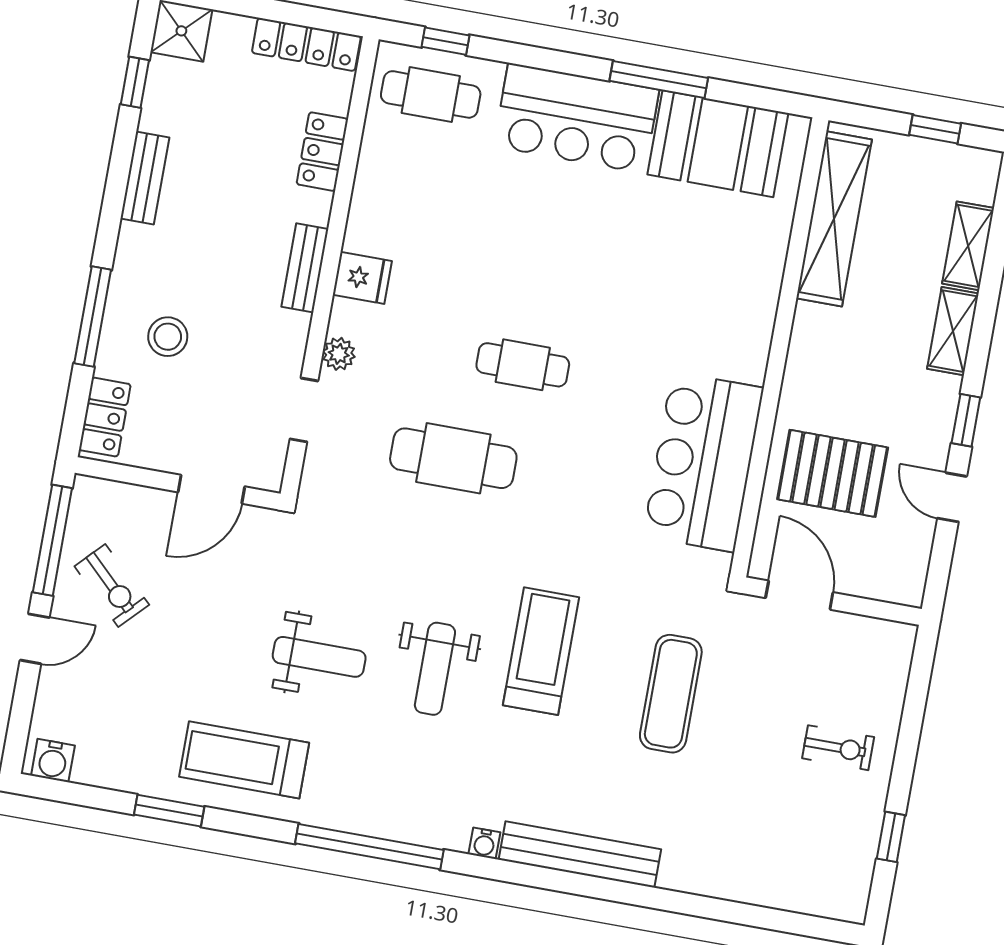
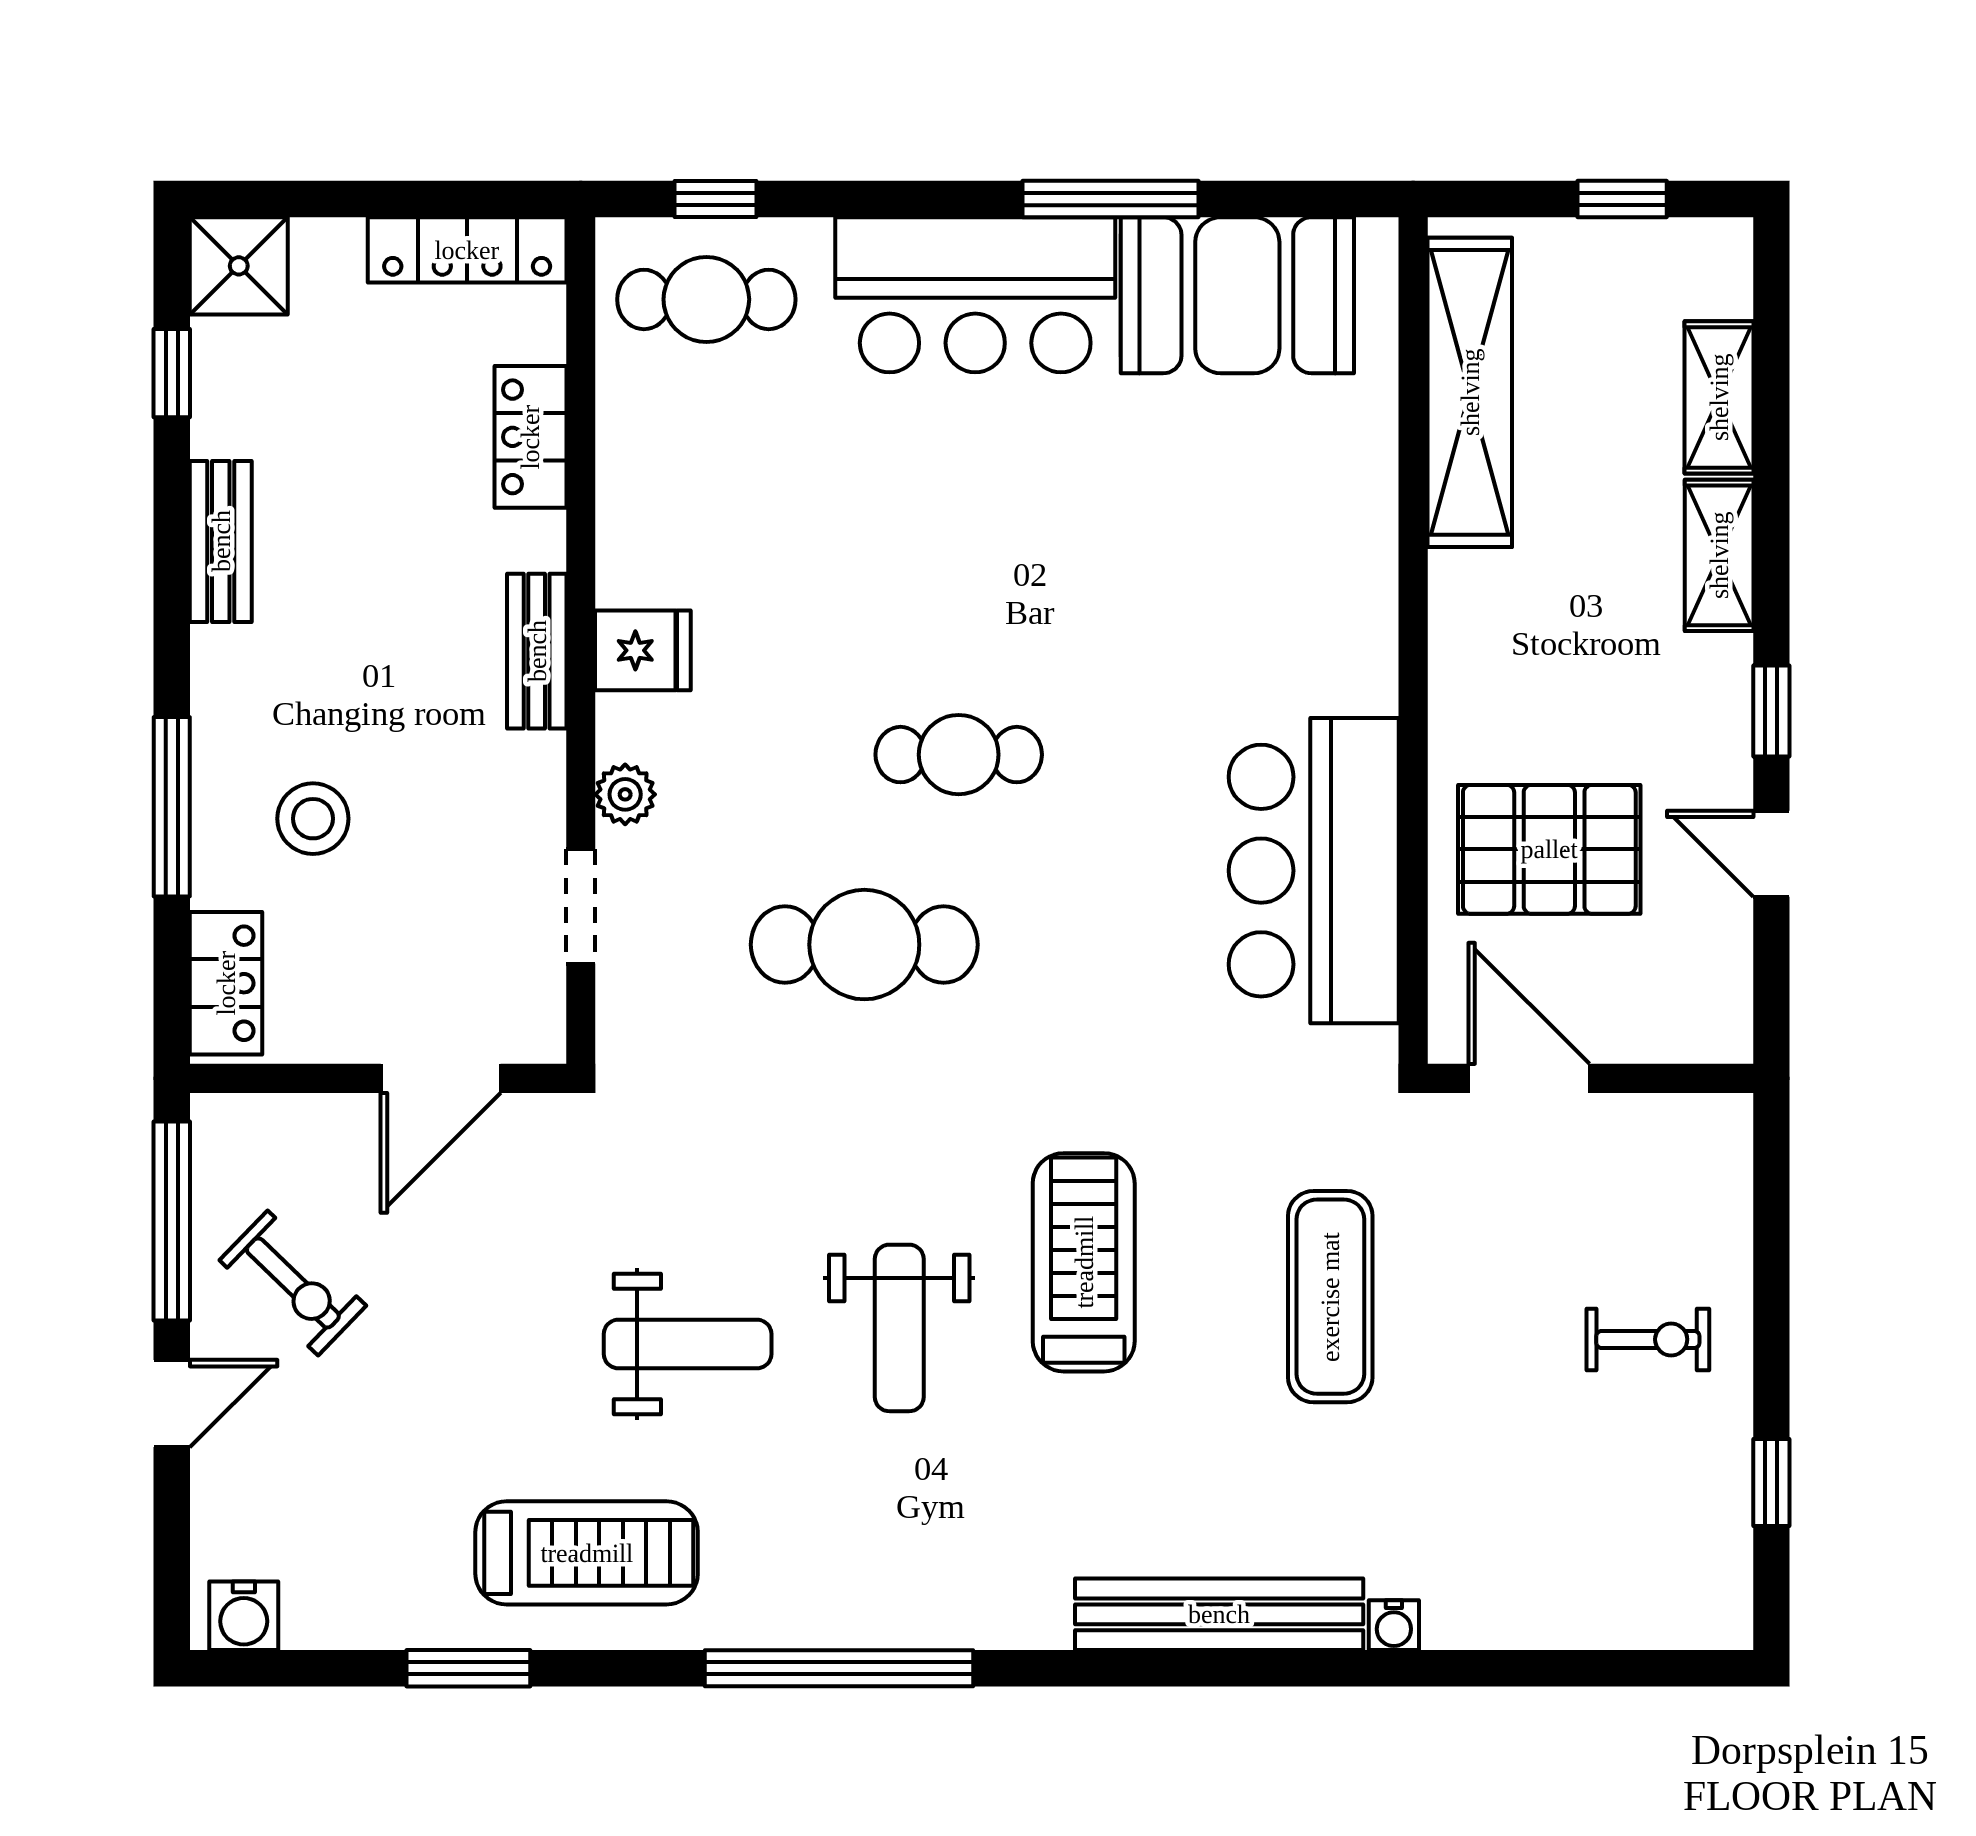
treadmill: (244, 760) -> (587, 1553), turned 180
water cooler: (484, 843) -> (1394, 1625), moved

